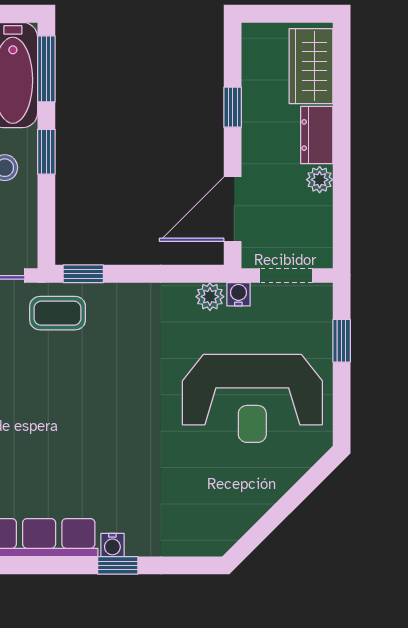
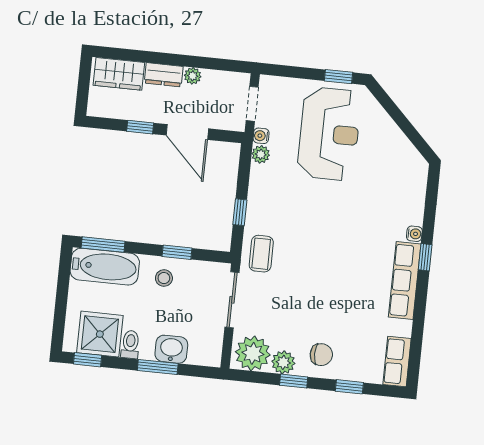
window: (46, 152) -> (177, 252), moved
door: (233, 209) -> (187, 132), moved
window: (83, 274) -> (240, 212), moved
window: (342, 341) -> (338, 77), moved
window: (118, 565) -> (425, 257), moved

